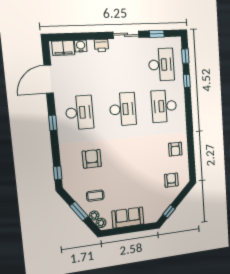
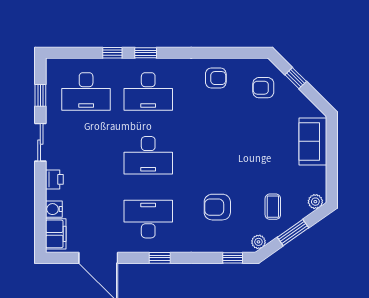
window: (185, 56) -> (146, 53), moved
desk: (161, 65) -> (86, 91), turned 180
desk: (123, 109) -> (148, 155), turned 180
window: (169, 211) -> (296, 78), moved
plant: (94, 216) -> (258, 242), moved
sofa: (128, 218) -> (313, 141), moved

